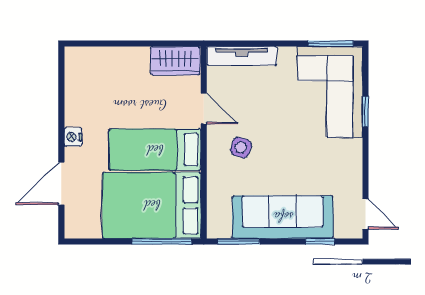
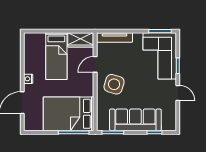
door: (204, 109) -> (95, 64), swing flipped
side table: (241, 147) -> (114, 84), width x1.87, depth x1.87
bed: (155, 150) -> (56, 56), moved, turned -90
door: (365, 214) -> (178, 93), moved

